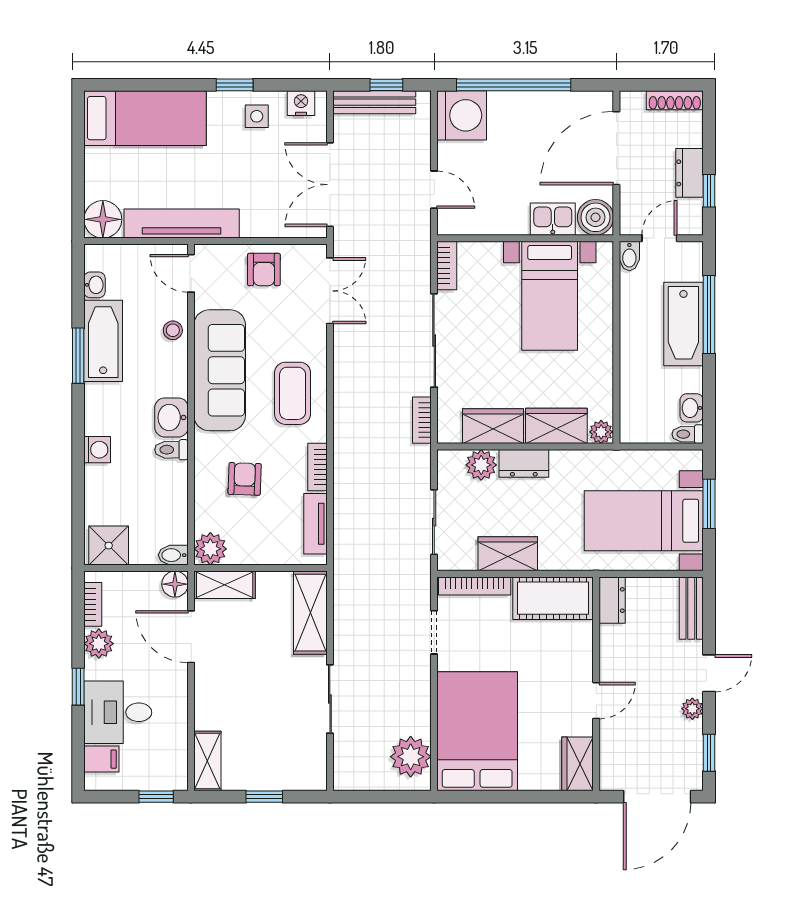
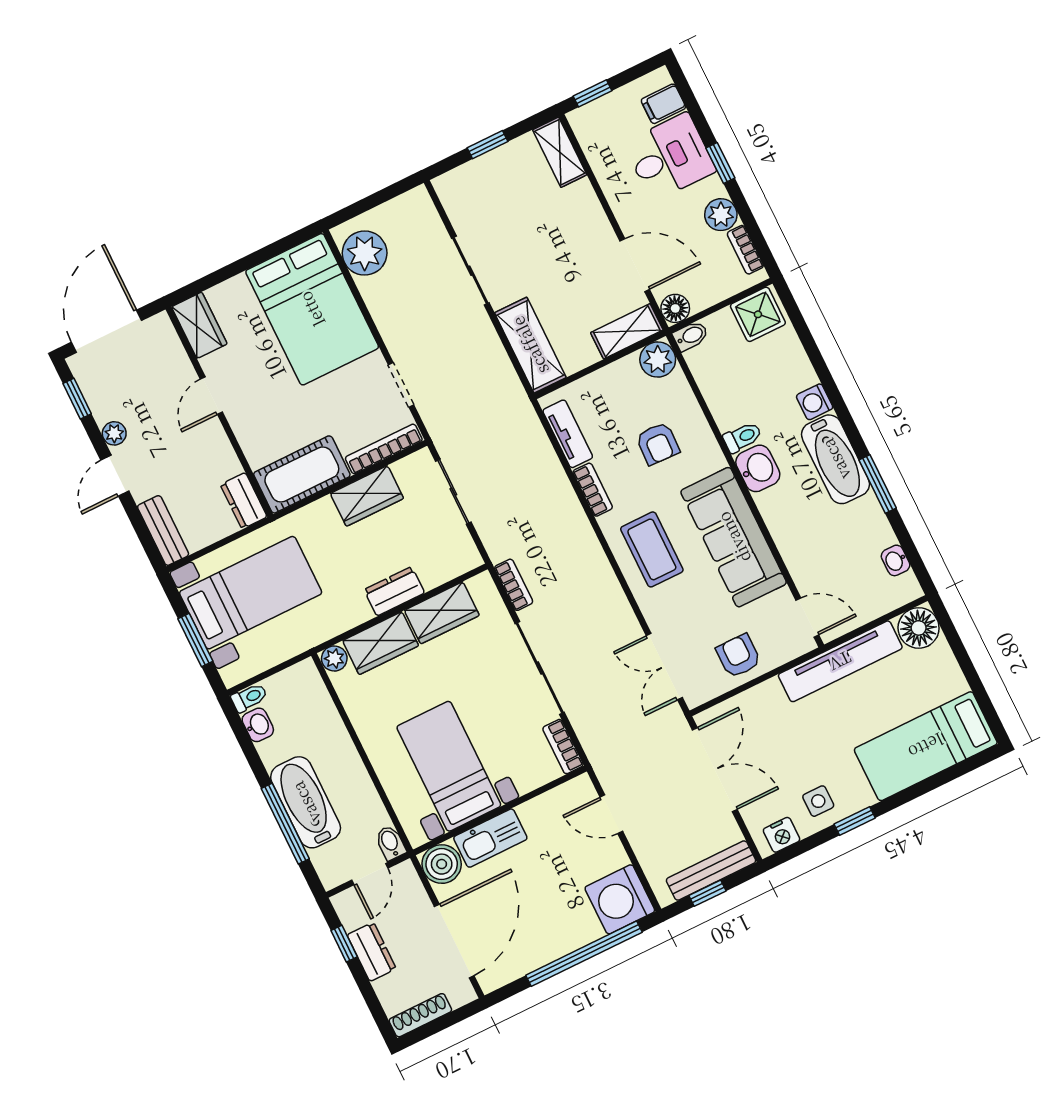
kitchen sink: (553, 219) -> (490, 838), width x1.38
stool: (173, 330) -> (798, 554), removed
bathtub: (103, 341) -> (836, 459), moved
plant: (481, 465) -> (435, 570), removed

